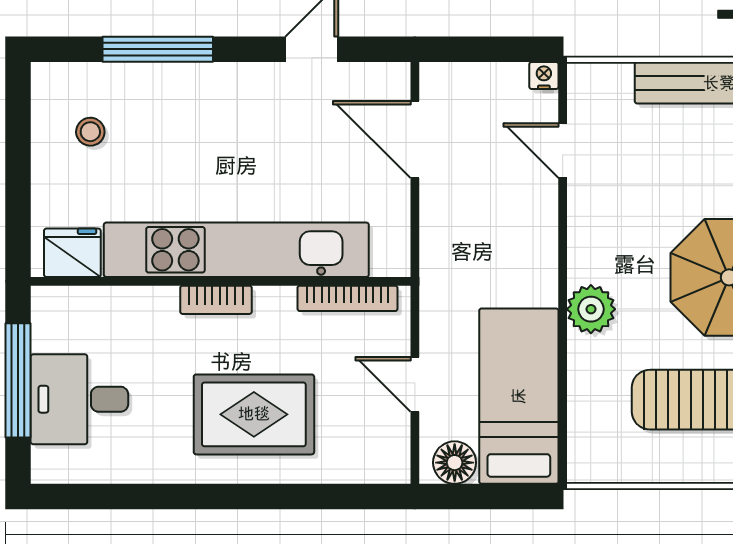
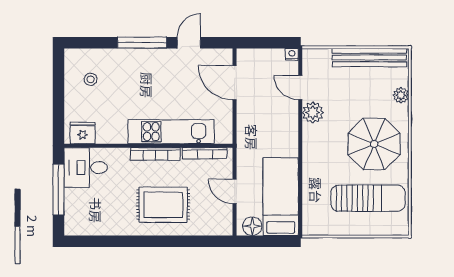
window: (158, 49) -> (142, 43), moved
kitchen unit: (236, 250) -> (171, 132), width x0.73
bookcase: (216, 300) -> (155, 154), width x1.56
plant: (591, 309) -> (313, 113), moved
desk: (79, 399) -> (86, 168), moved

